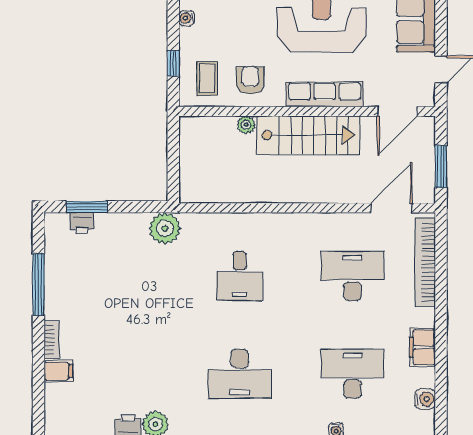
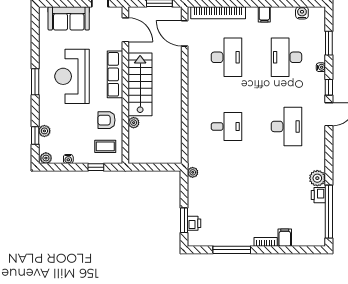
plant: (165, 228) -> (193, 172), width x0.53, depth x0.53
desk: (353, 276) -> (226, 57), turned 180
filing cabinet: (422, 347) -> (264, 14), width x0.50

